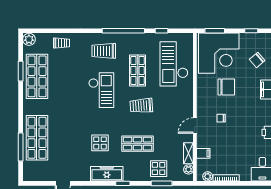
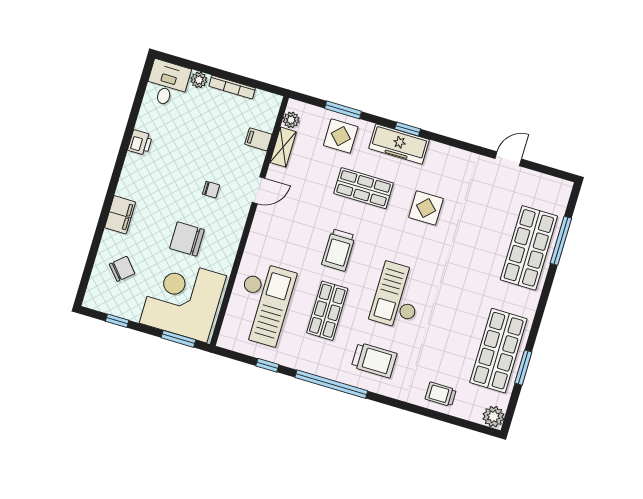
trolley: (141, 106) -> (338, 250), turned 94
freezer: (107, 174) -> (399, 144), moved
plant: (208, 176) -> (199, 80), moved

